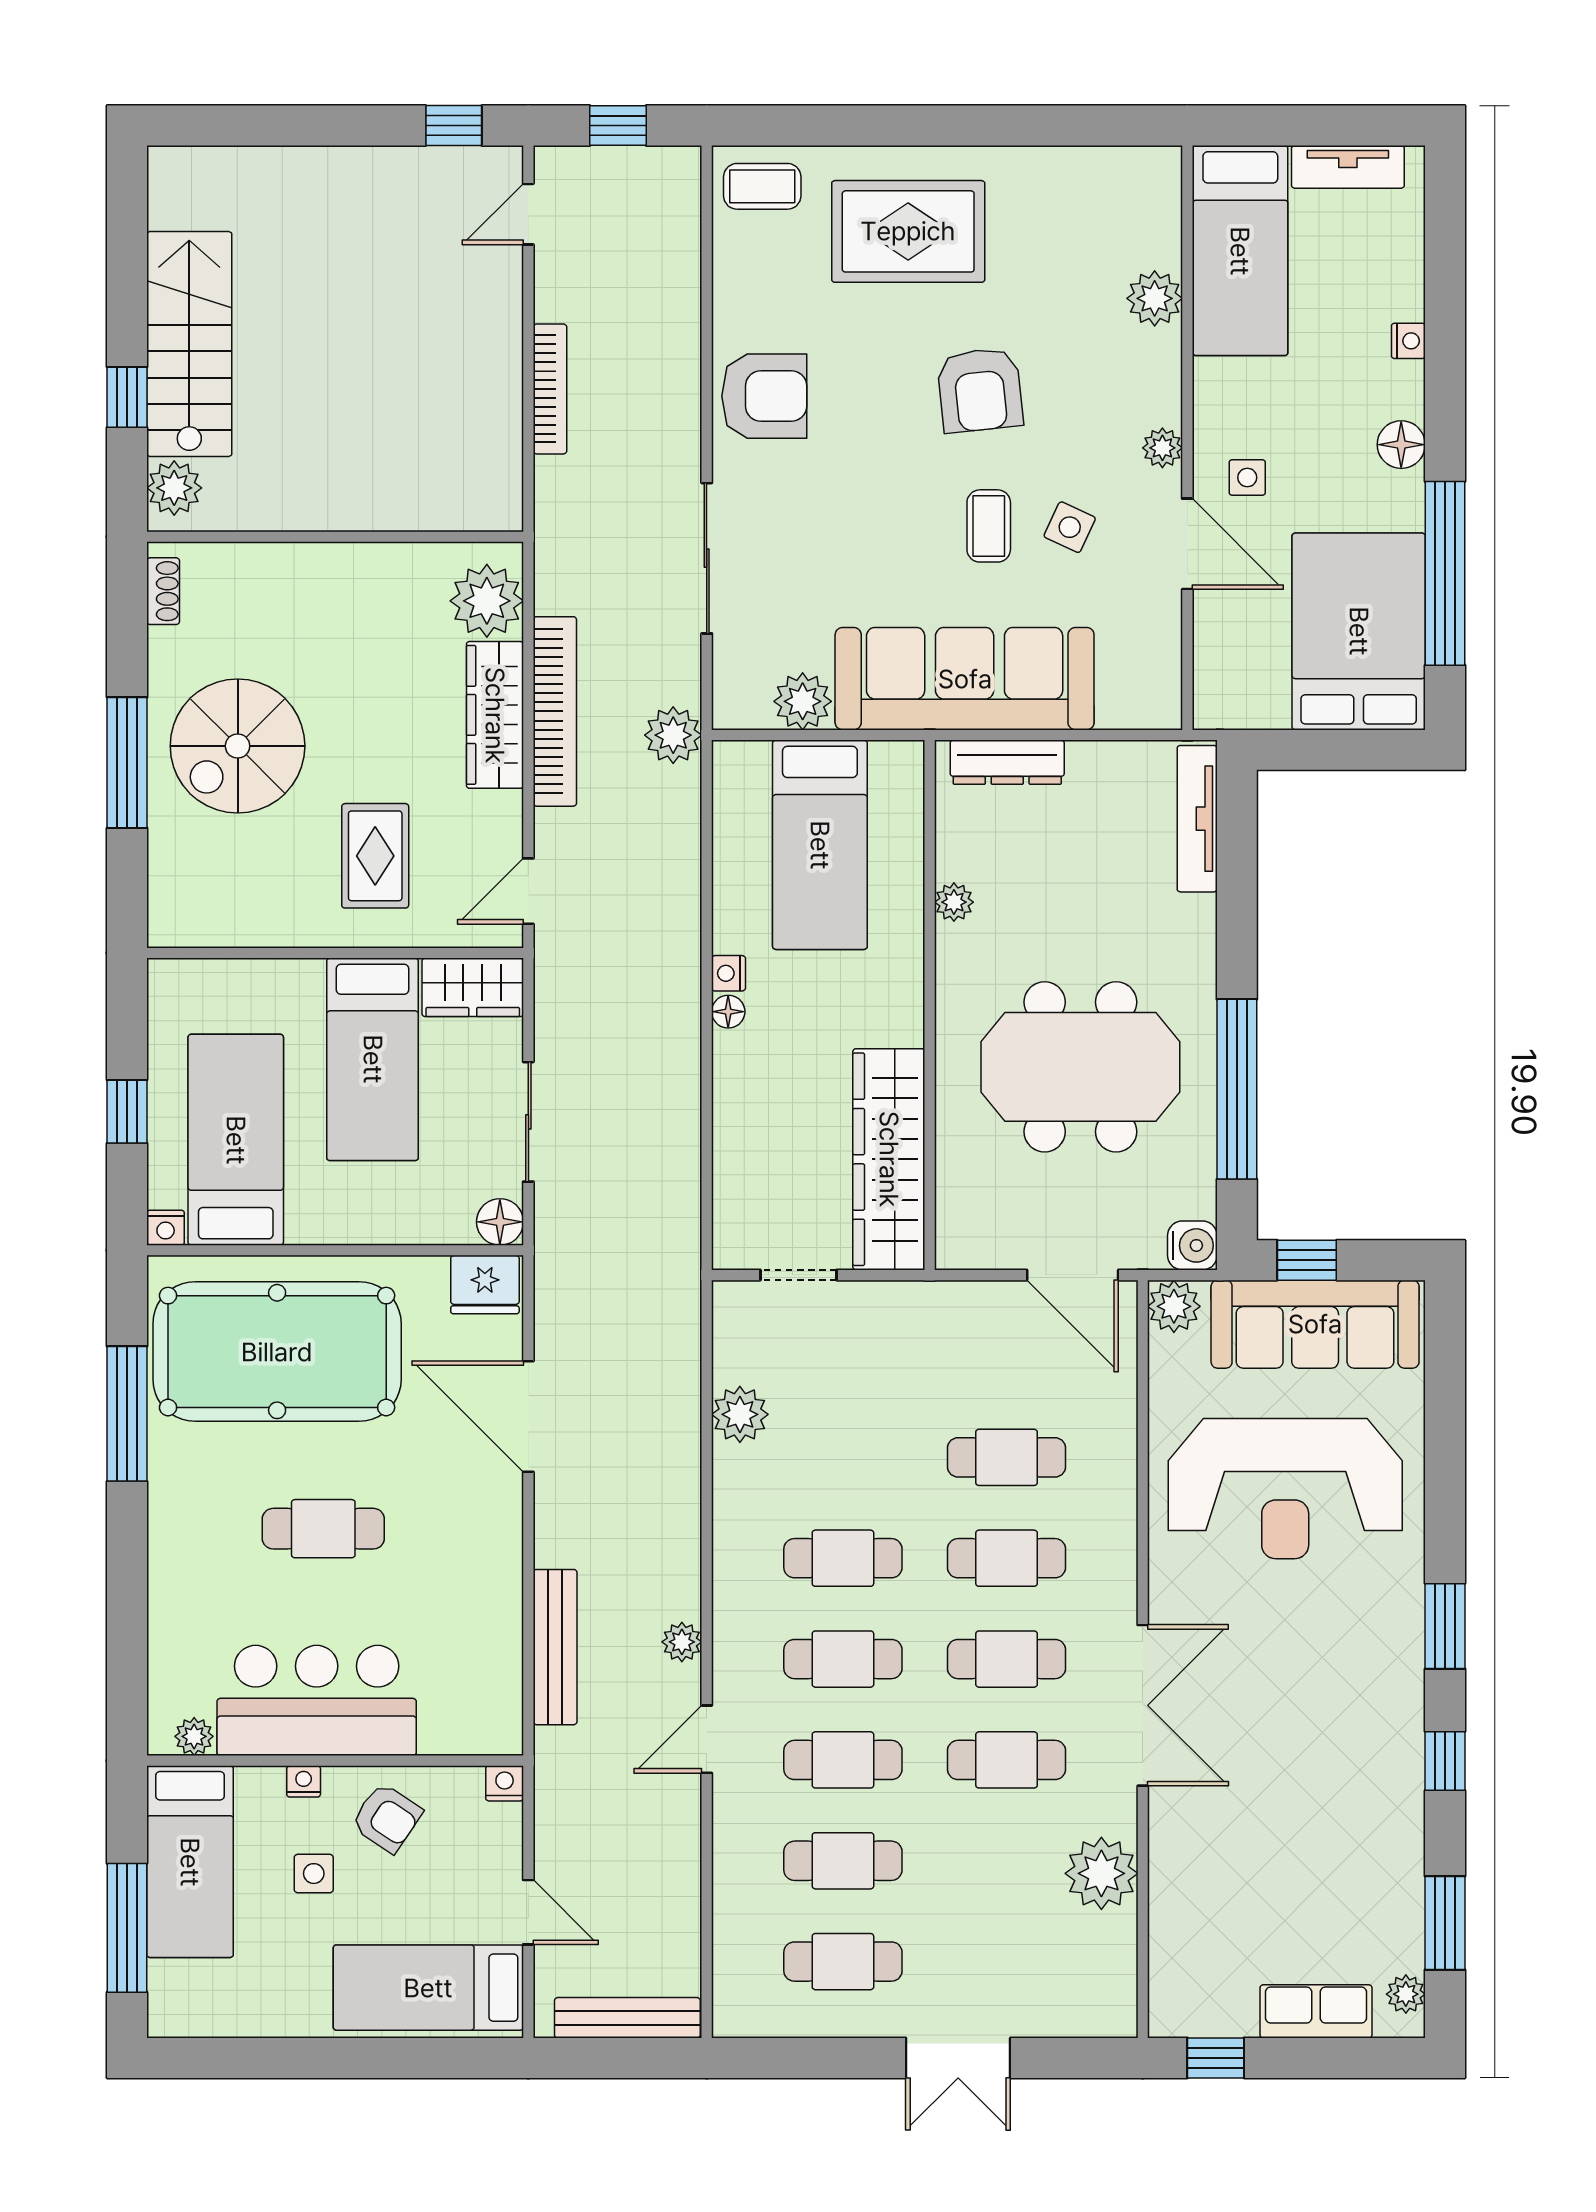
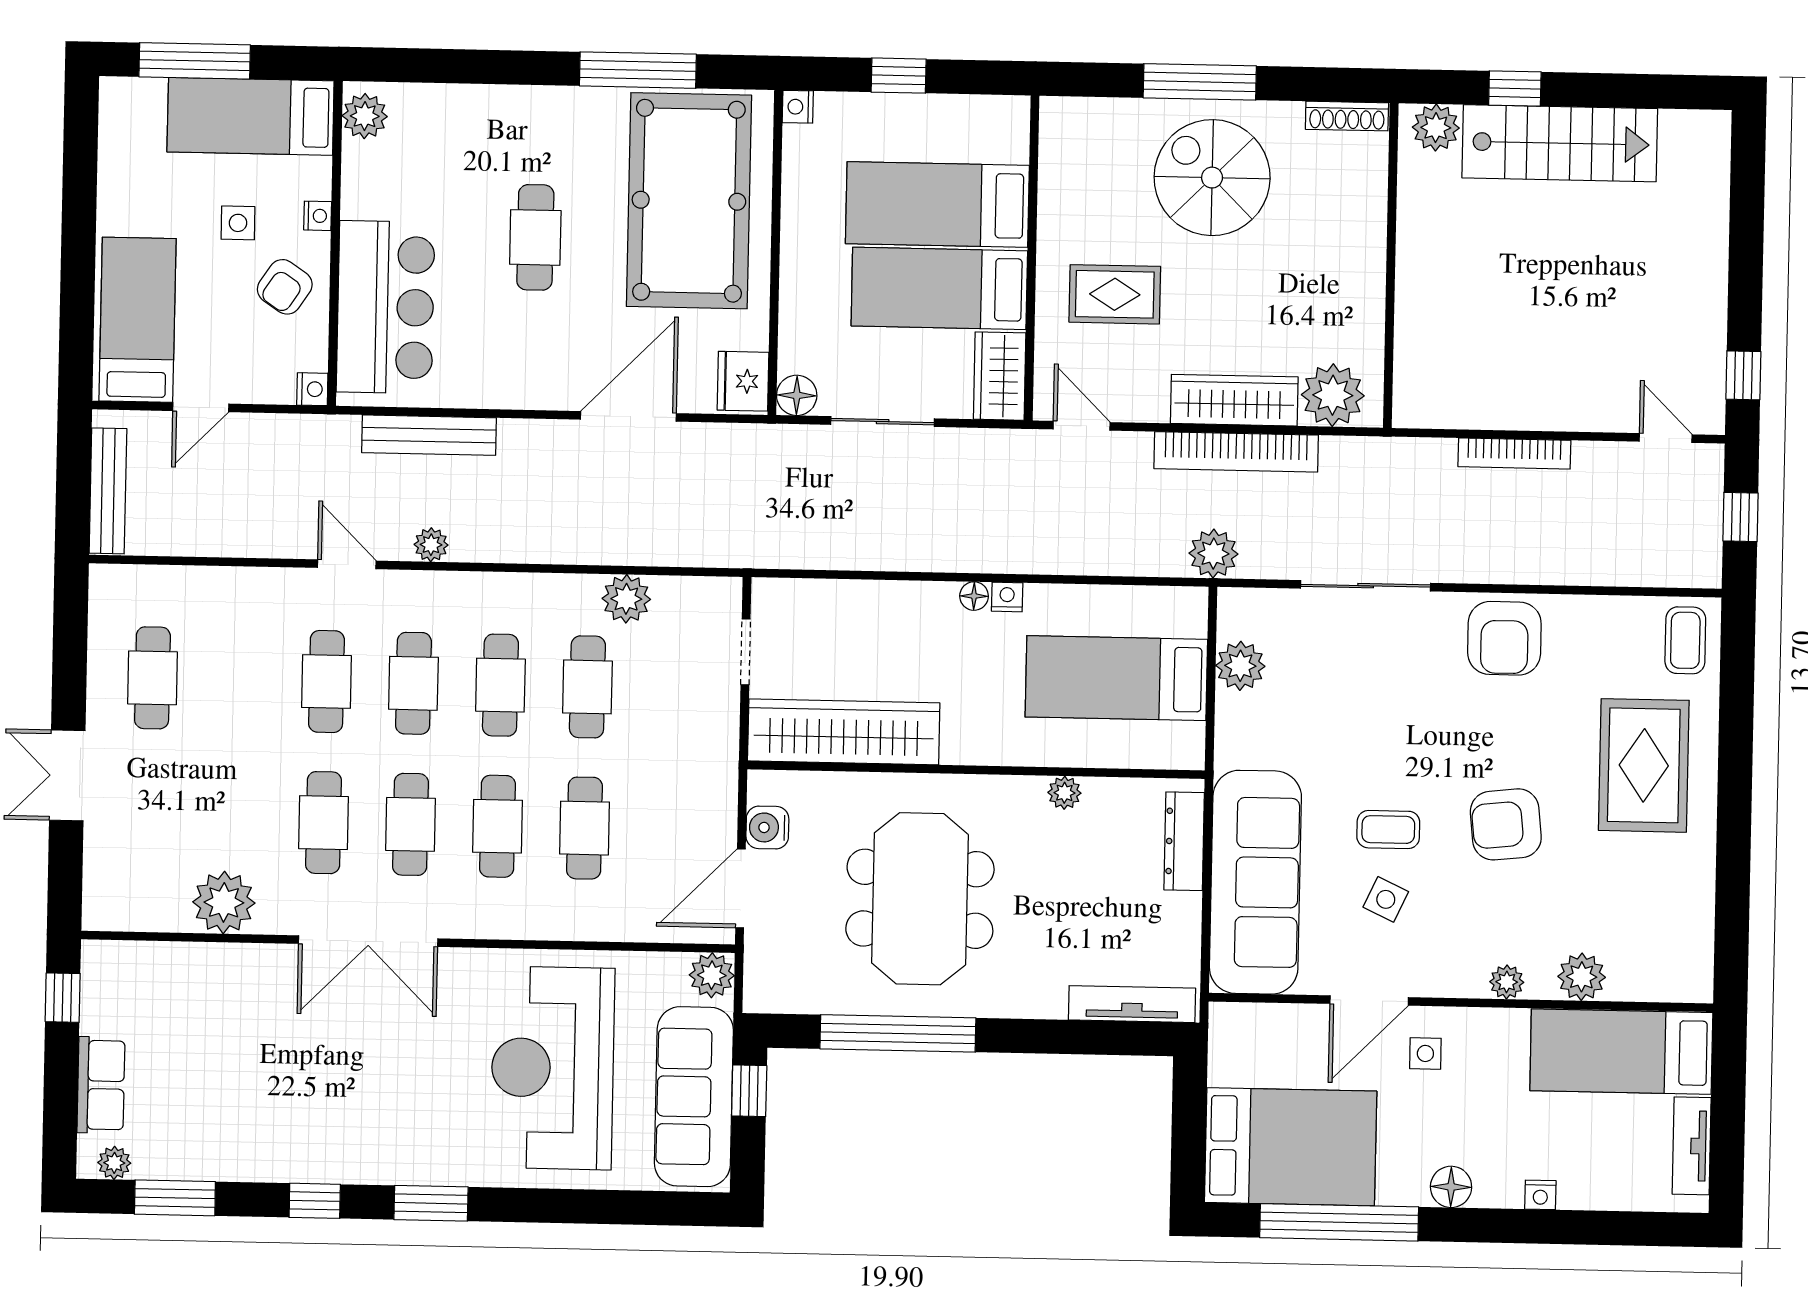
plant: (1162, 448) -> (1507, 982), moved
shoe rack: (163, 591) -> (1347, 116), width x1.43
sofa: (965, 679) -> (1255, 882), moved
bed: (236, 1140) -> (937, 204), moved, turned 180
water cooler: (1192, 1245) -> (767, 828), moved, turned 90
bar counter: (317, 1700) -> (386, 307), moved
plant: (194, 1736) -> (365, 116), width x1.38, depth x1.38
cafe table: (843, 1861) -> (587, 687), moved

